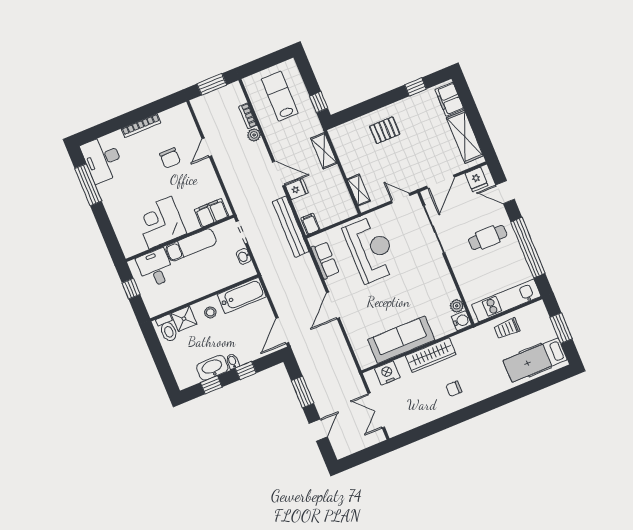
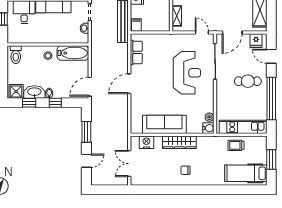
reception desk: (371, 249) -> (187, 73), moved
shower: (184, 319) -> (16, 91), moved

